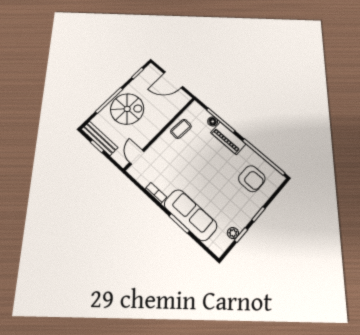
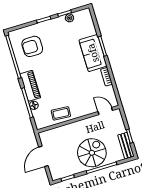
door: (173, 80) -> (43, 156), swing flipped
spiral stairs: (127, 109) -> (92, 153), turned 90
bench: (99, 138) -> (126, 146), width x0.73
door: (137, 157) -> (105, 111), swing flipped
armchair: (252, 179) -> (32, 46), turned -90
sofa: (190, 215) -> (93, 53), width x0.73

